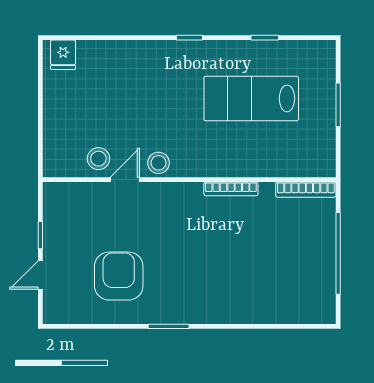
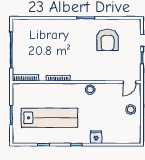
fridge: (63, 55) -> (96, 137), moved
lab bench: (251, 98) -> (49, 118), width x1.36
stool: (98, 159) -> (131, 109), moved
door: (125, 180) -> (130, 82), moved

